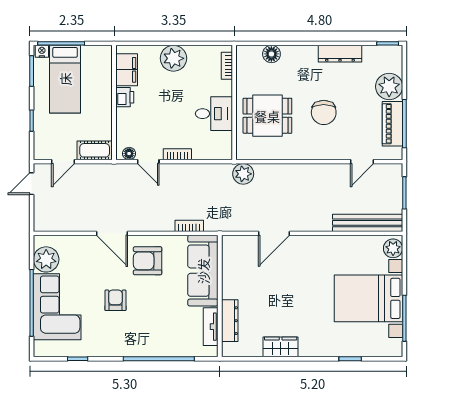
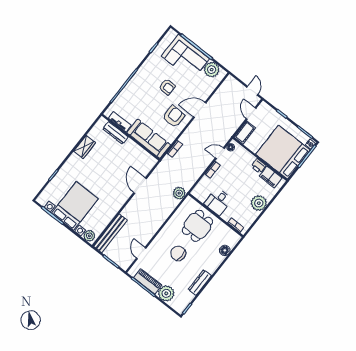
bed: (65, 79) -> (283, 152), width x2.04

